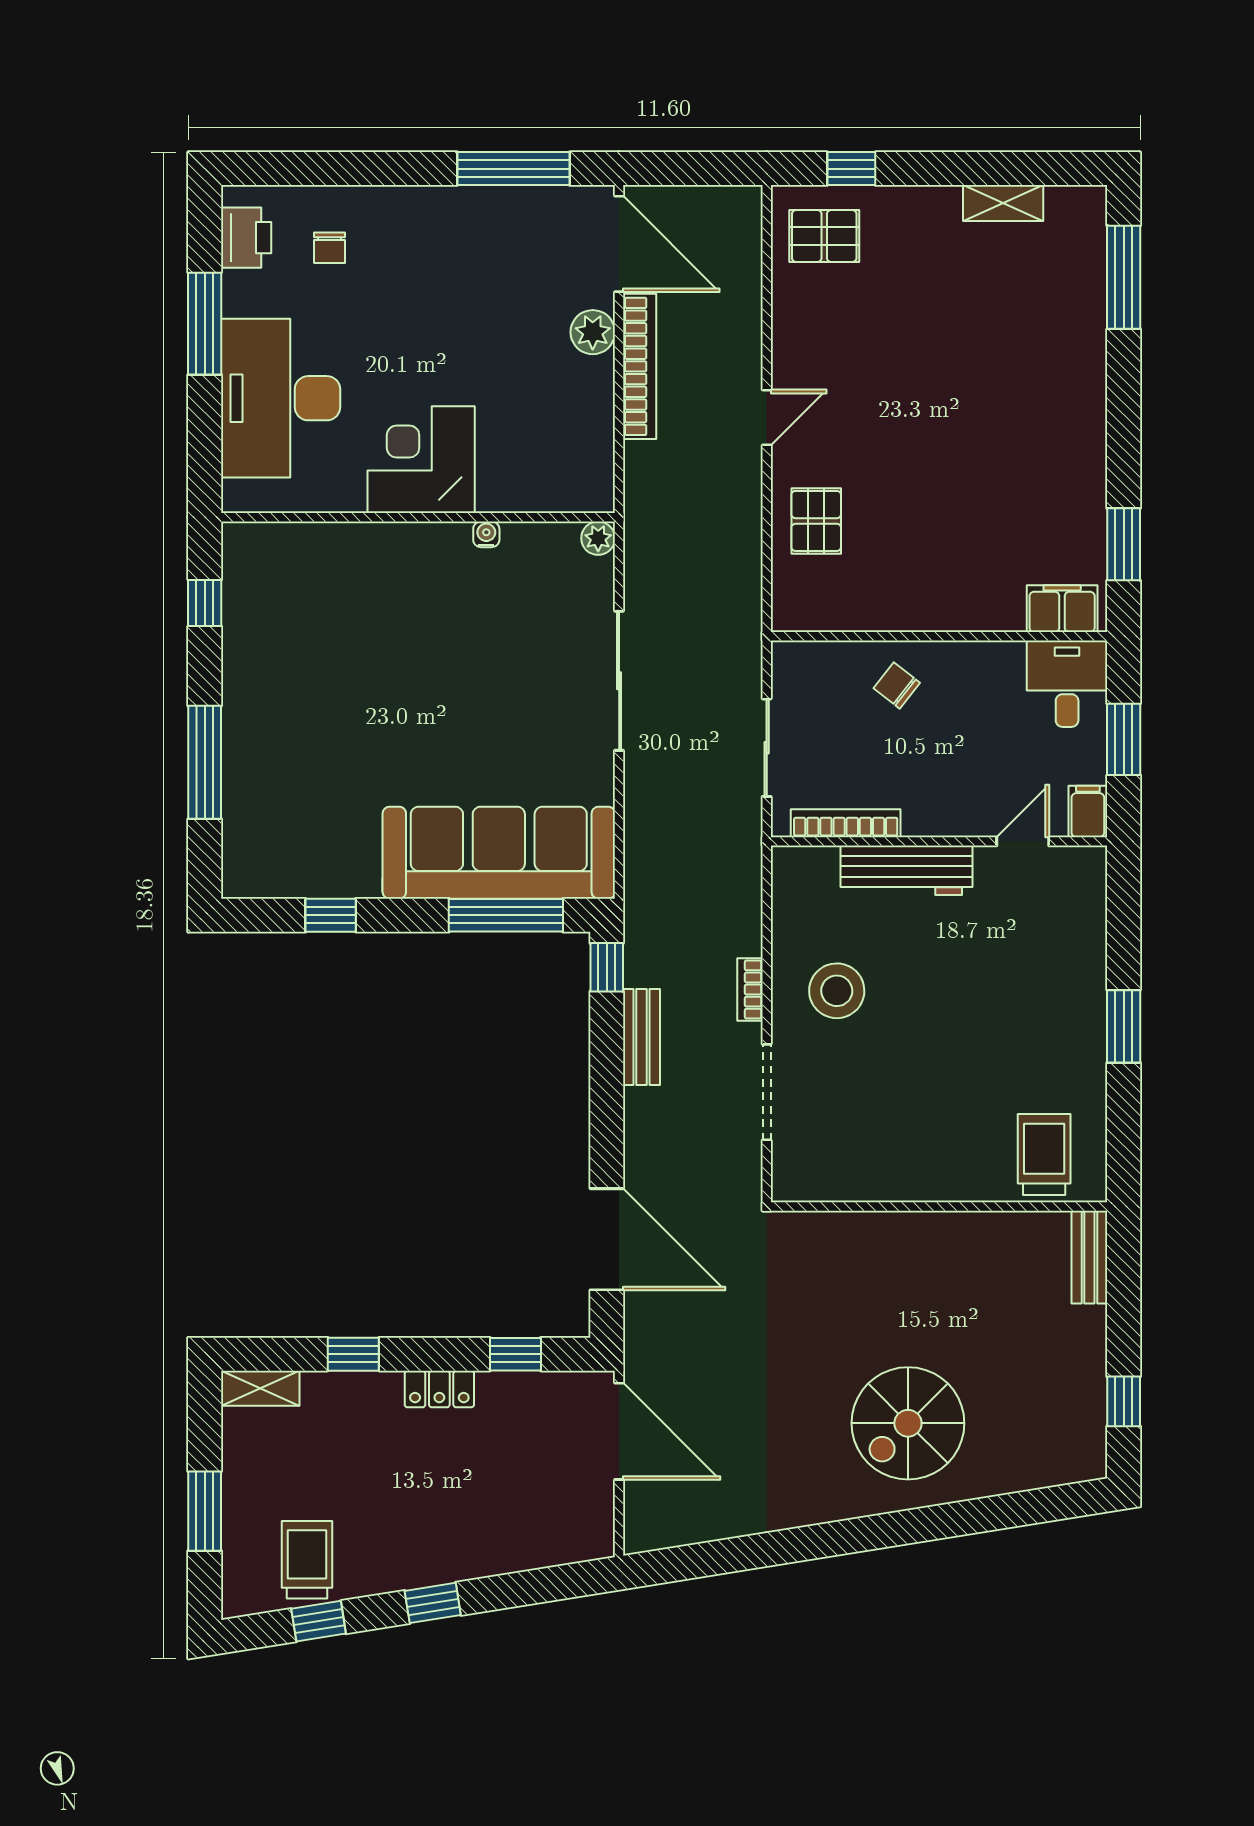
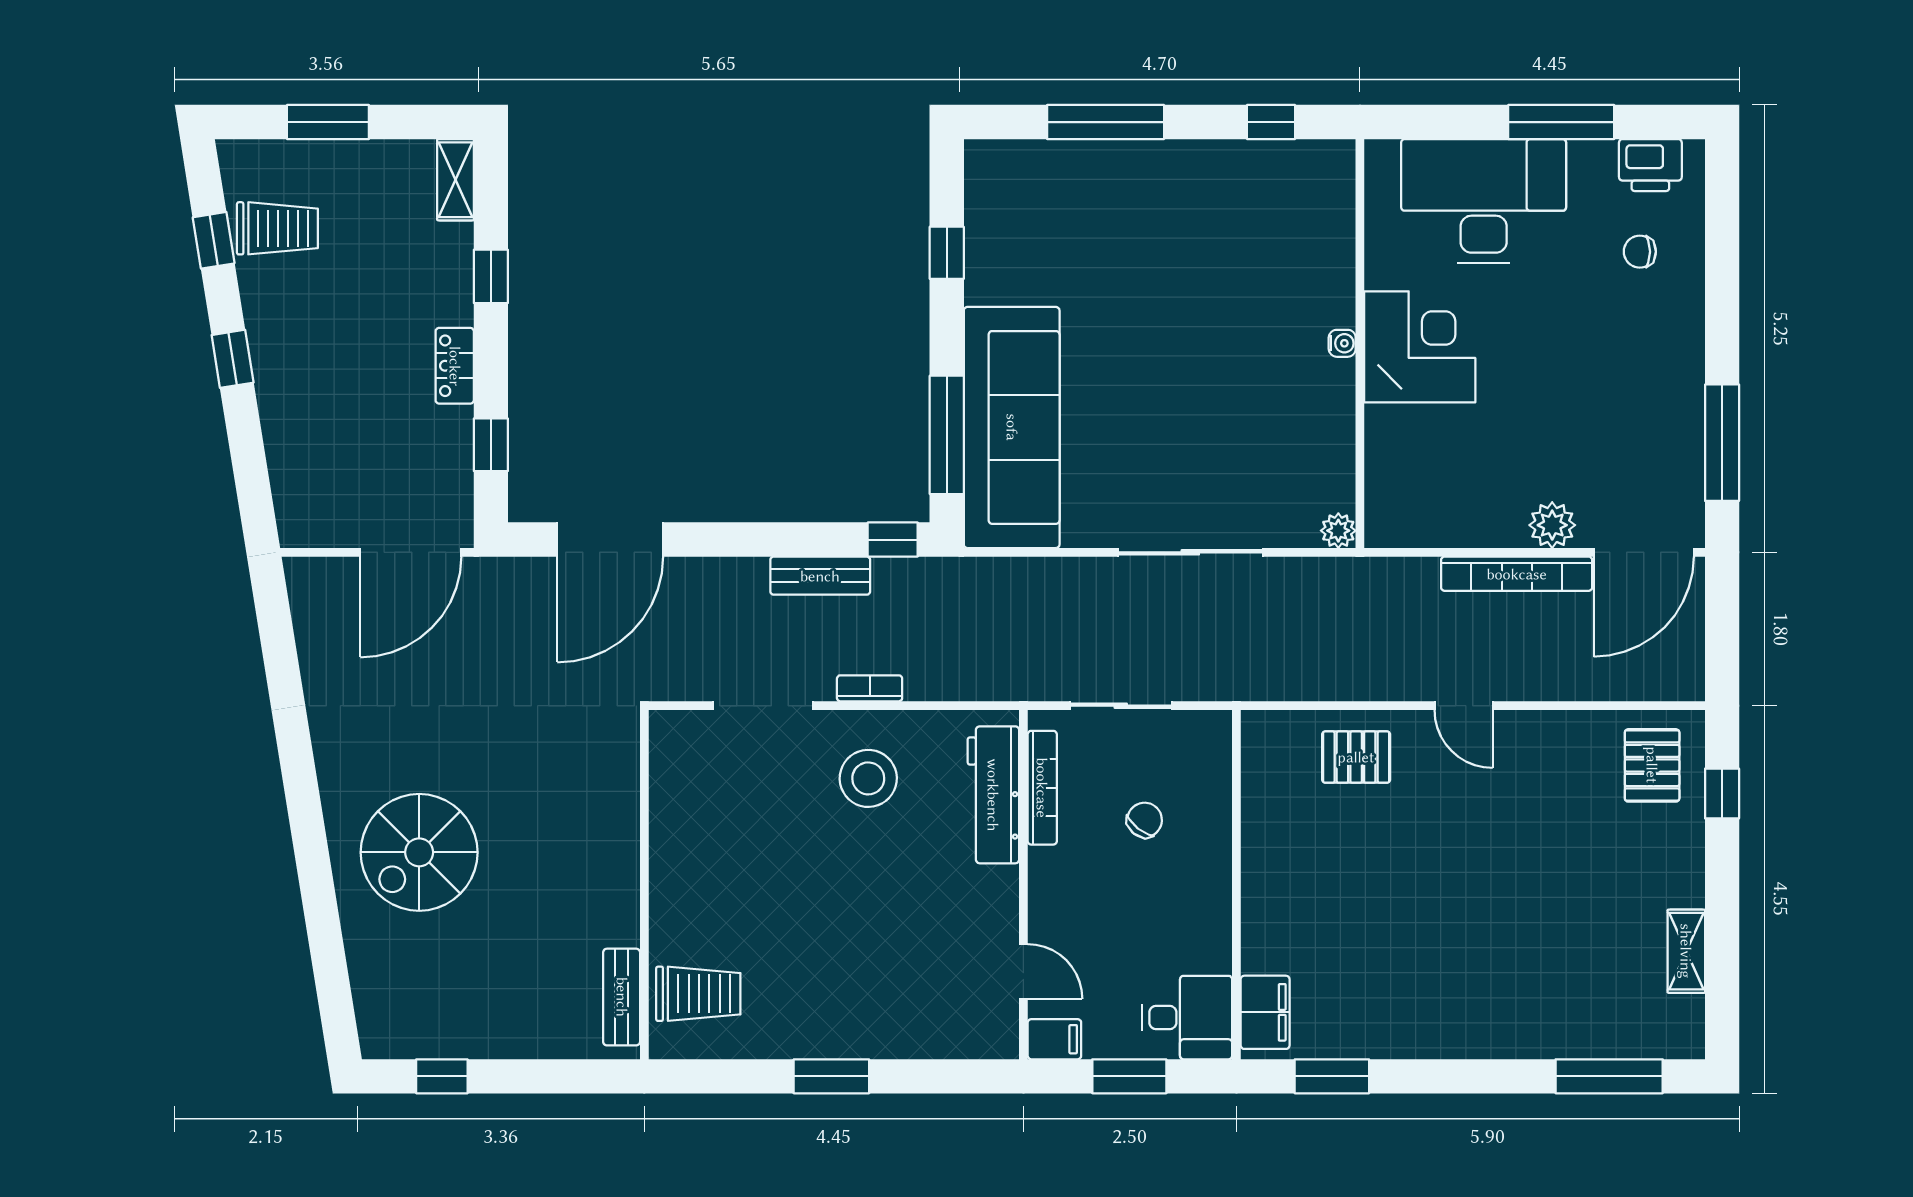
water cooler: (486, 534) -> (1342, 343), moved
chair: (897, 685) -> (1145, 820), moved
workbench: (906, 870) -> (993, 795), moved
bench: (1089, 1257) -> (622, 997), moved, turned 90
spiral stairs: (908, 1423) -> (419, 852), turned -90

